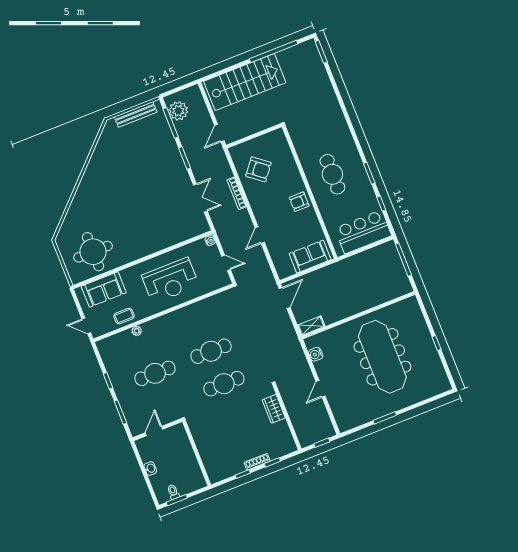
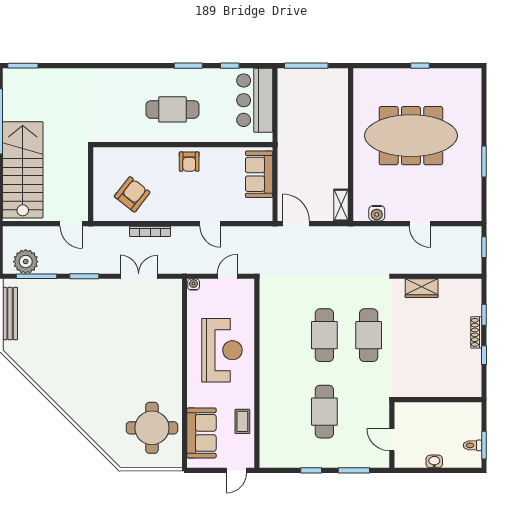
plant: (137, 331) -> (266, 413), removed

